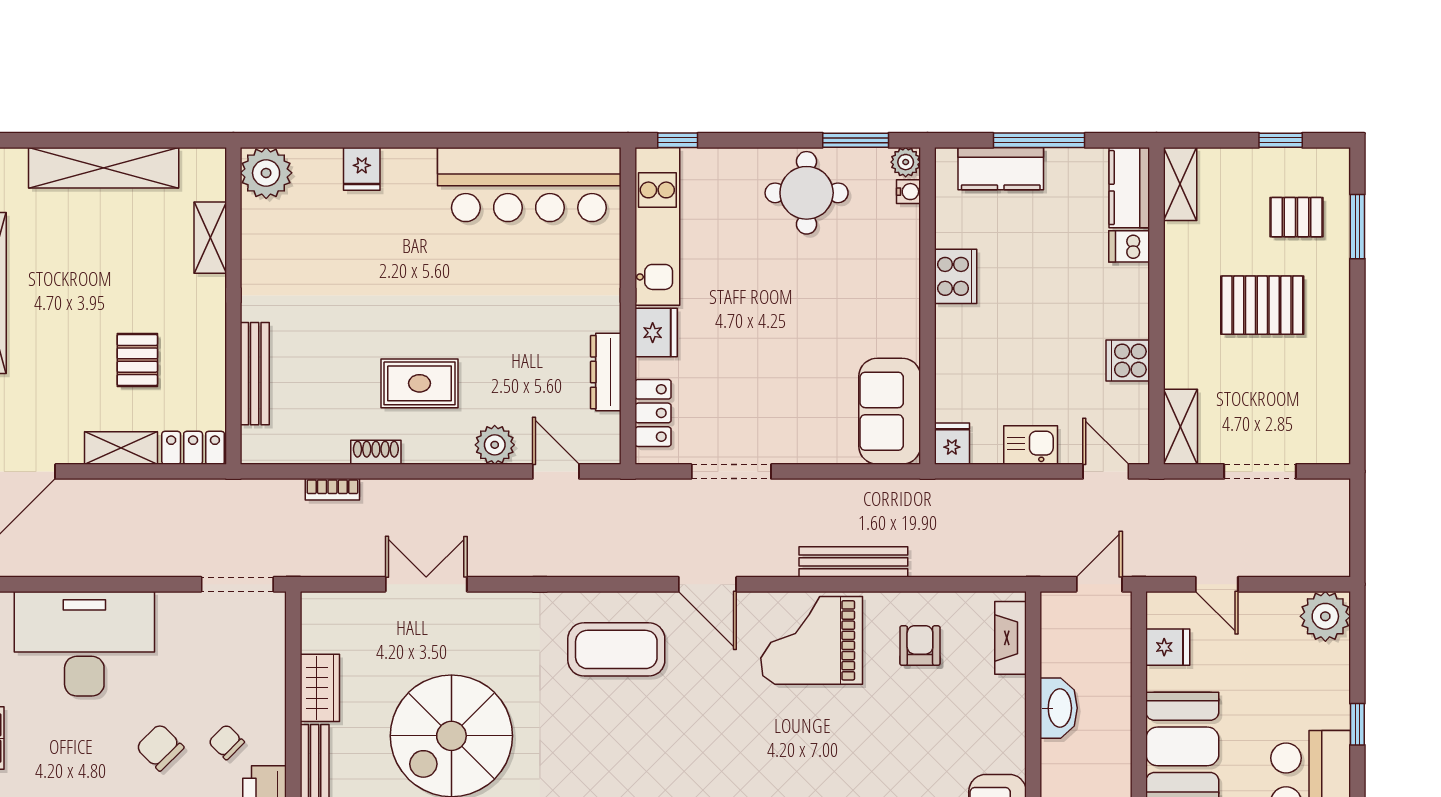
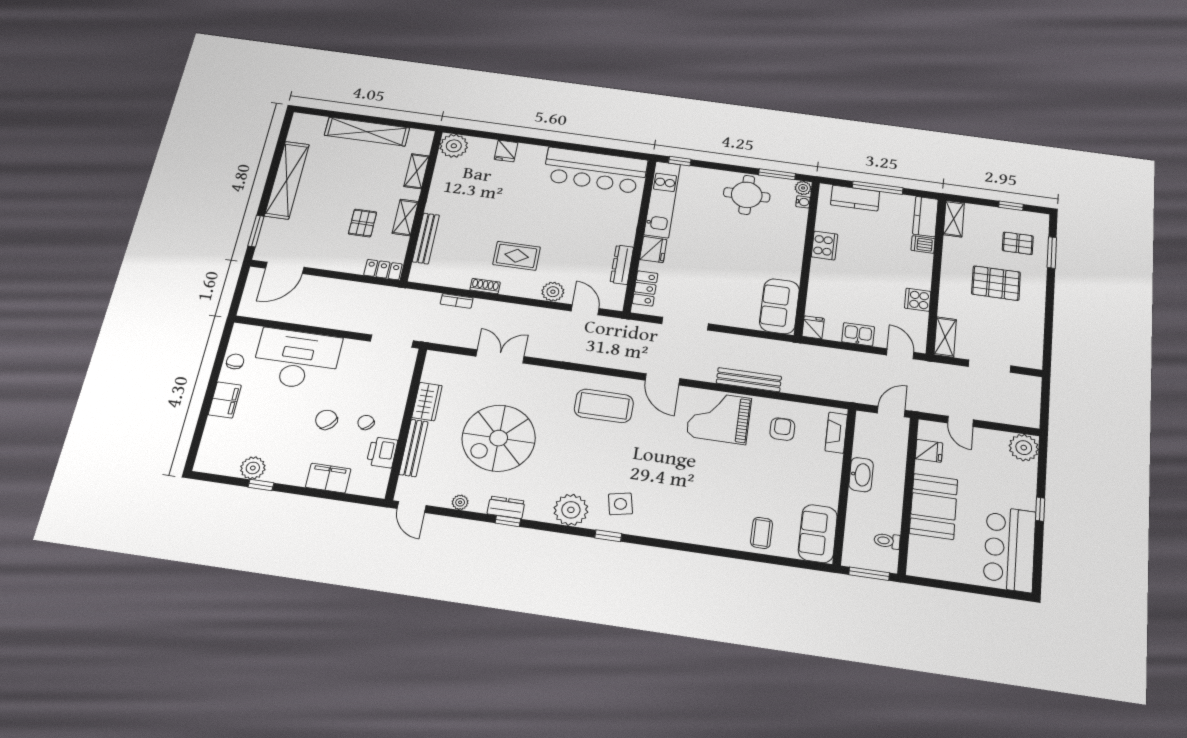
shelving: (121, 448) -> (405, 217), moved, turned 90

